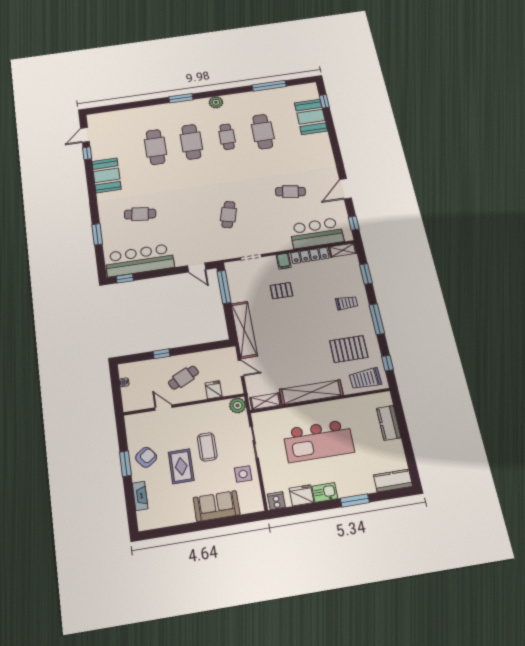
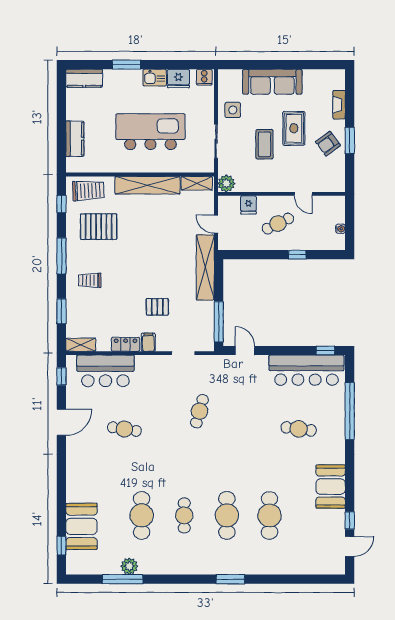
plant: (216, 102) -> (129, 566), moved
window: (97, 234) -> (350, 411), width x2.11
locker: (310, 255) -> (126, 344), width x0.66
sofa: (217, 506) -> (272, 82), width x1.36

